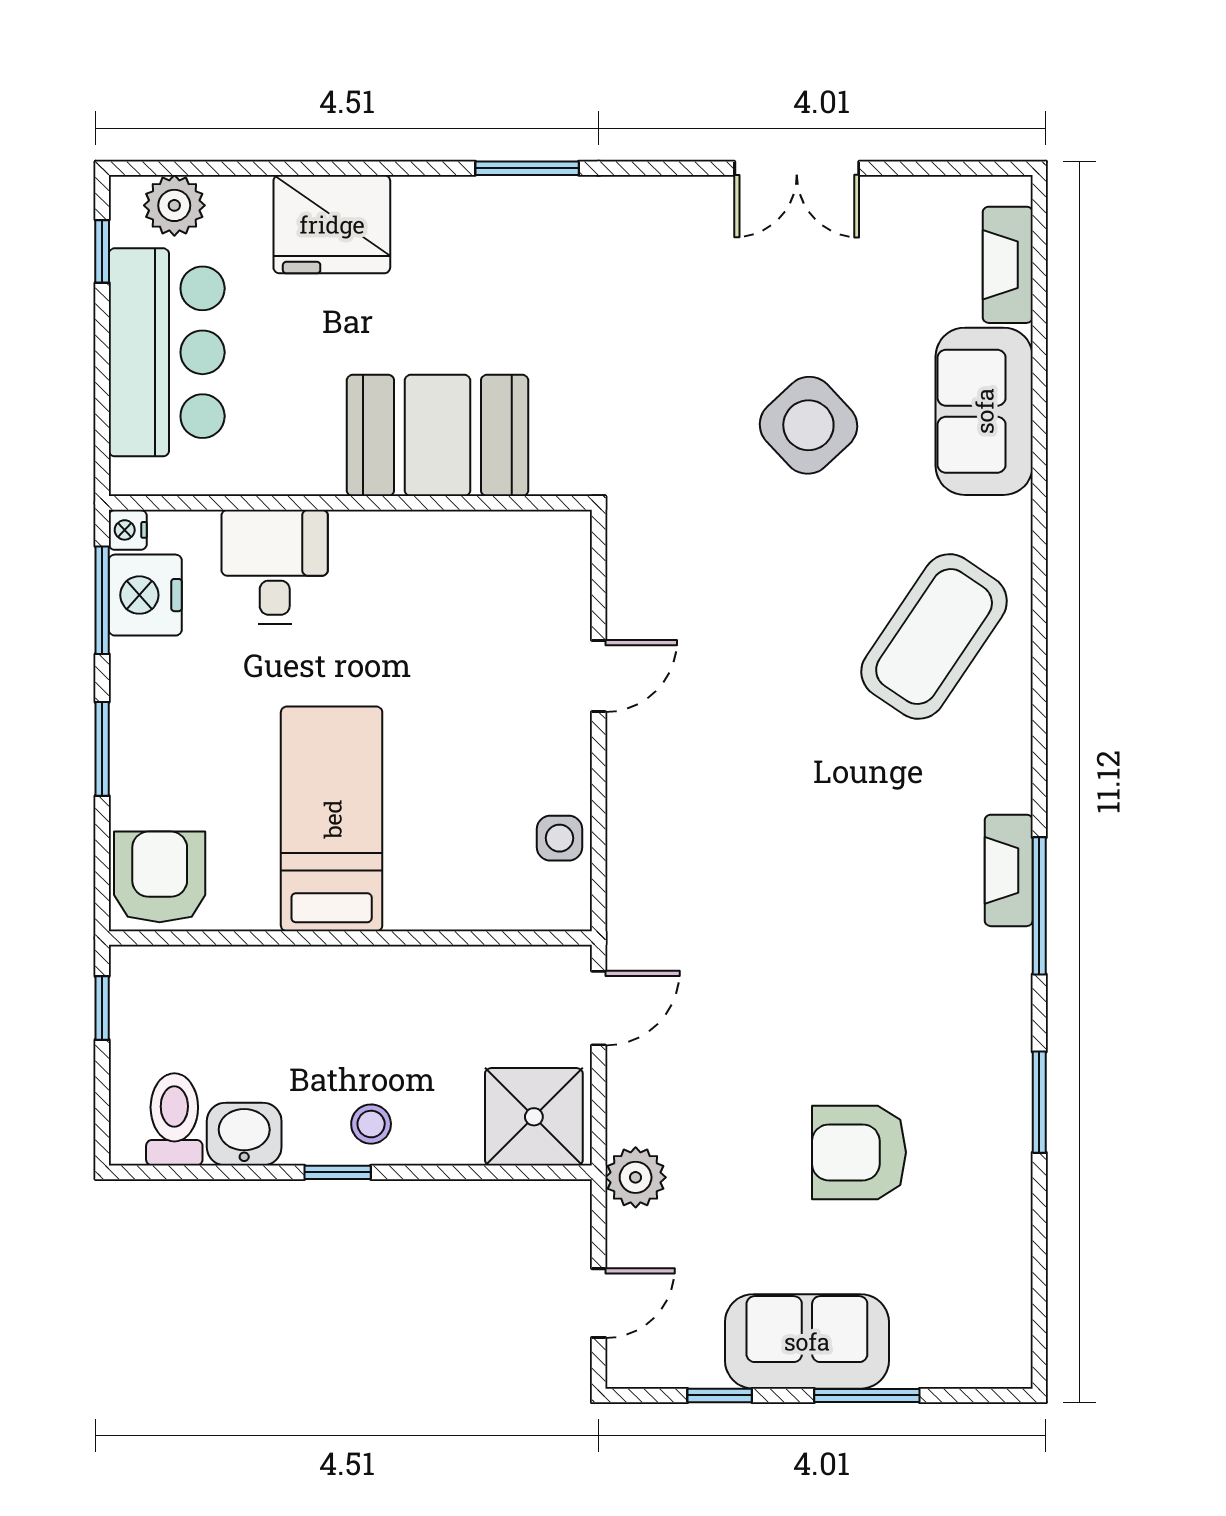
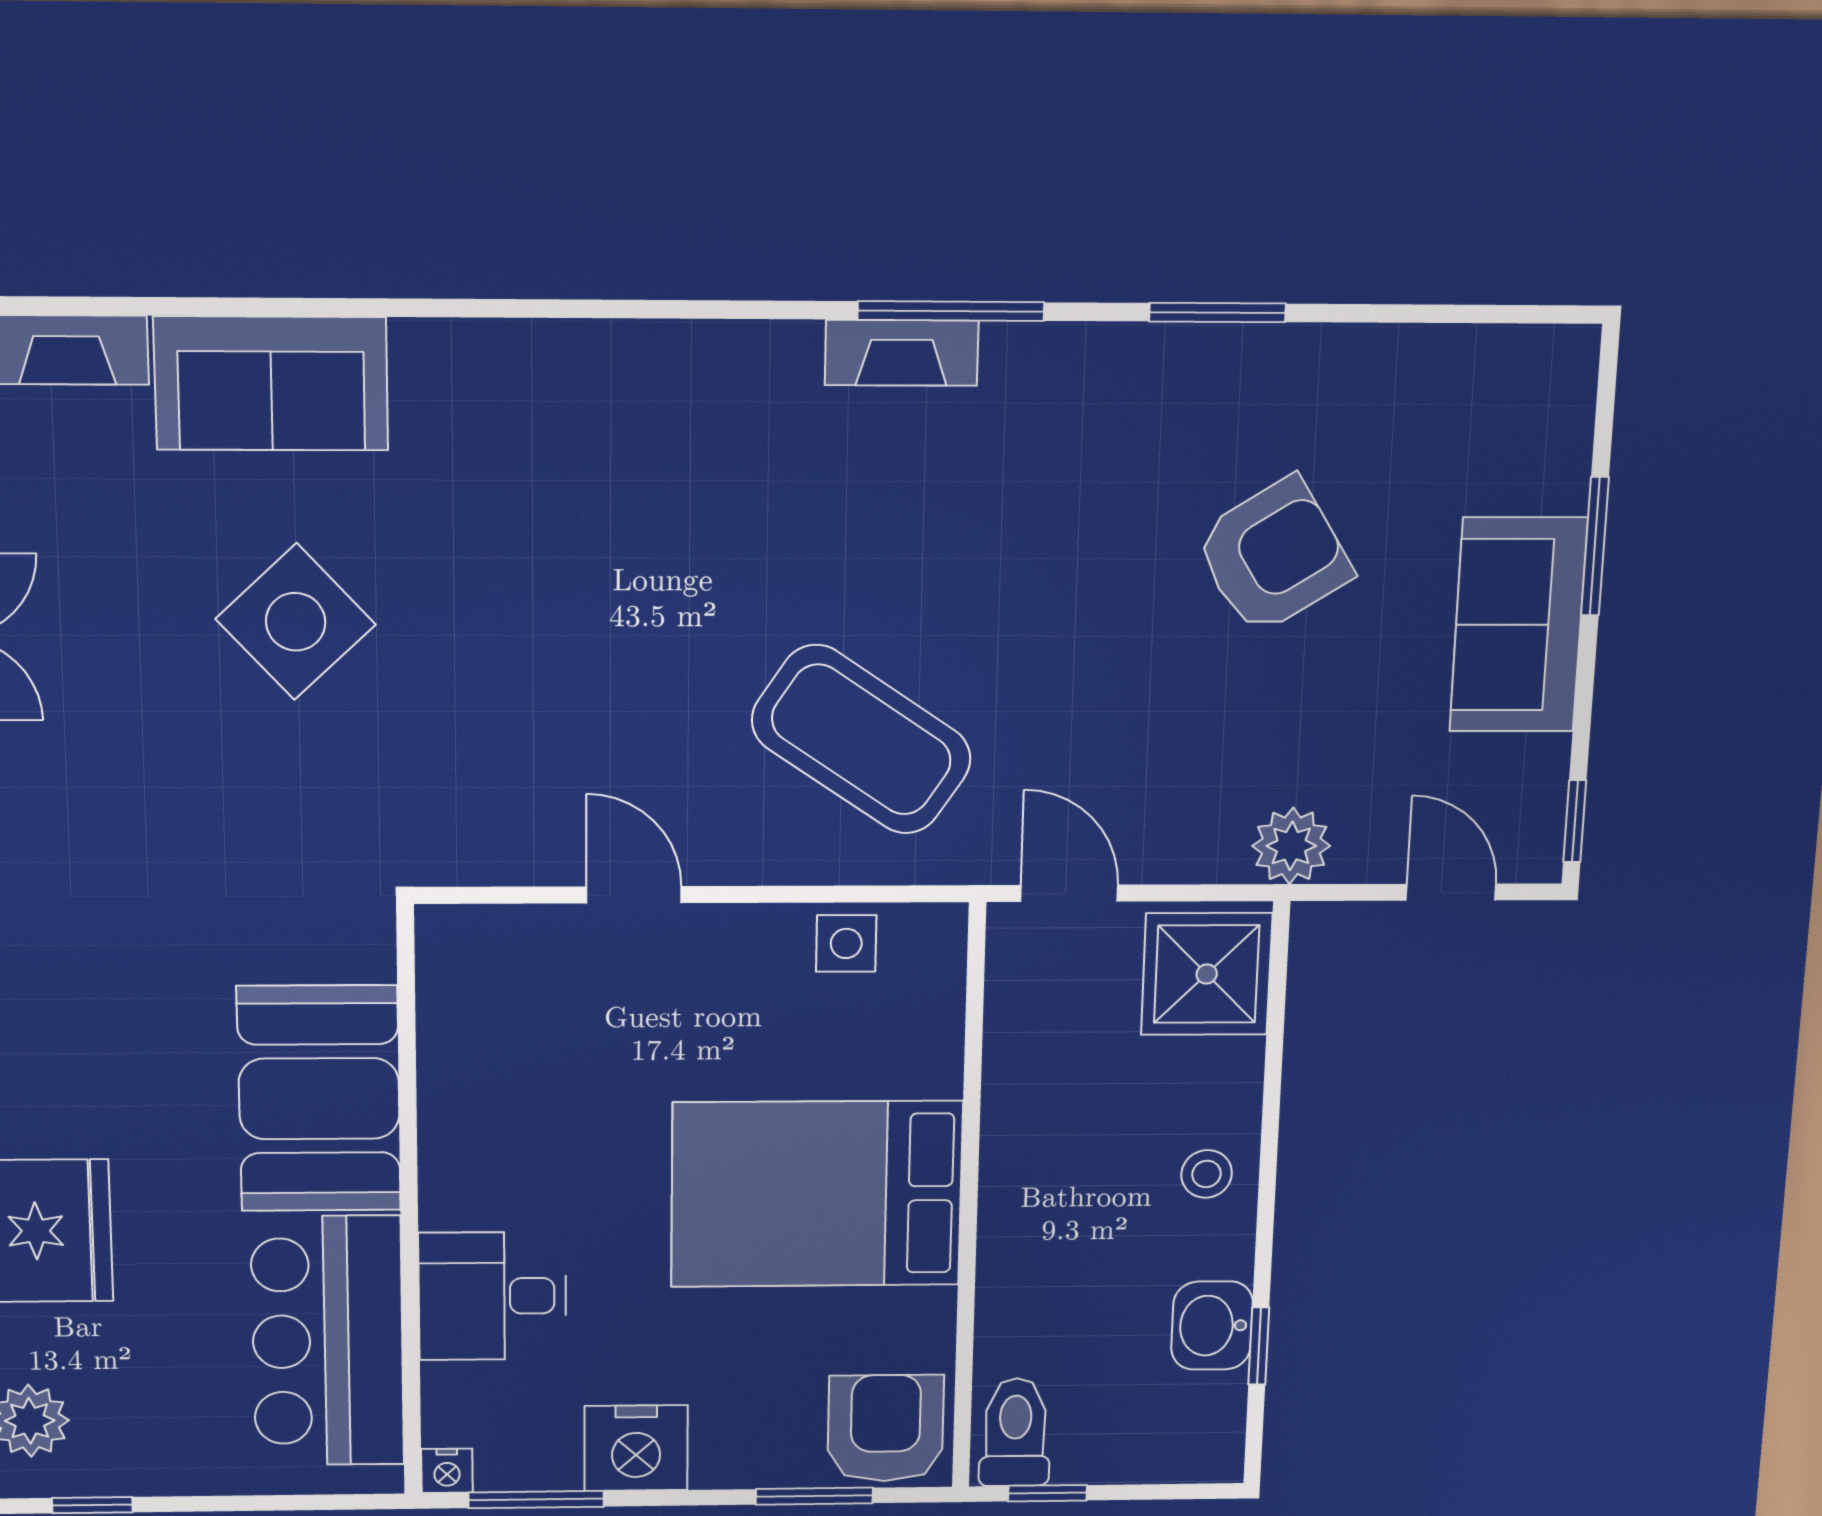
bar counter: (167, 352) -> (328, 1341), moved, turned -90
nightstand: (145, 595) -> (636, 1448), moved
coffee table: (934, 637) -> (861, 740), moved
window: (102, 749) -> (814, 1496), moved
bed: (332, 819) -> (817, 1194), width x1.50
armchair: (160, 877) -> (886, 1428), turned 90
toilet: (174, 1119) -> (1015, 1432), moved, turned 90
armchair: (859, 1152) -> (1273, 556), turned -122
window: (338, 1172) -> (1259, 1346), moved
window: (720, 1395) -> (1575, 821), moved

